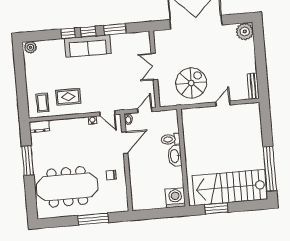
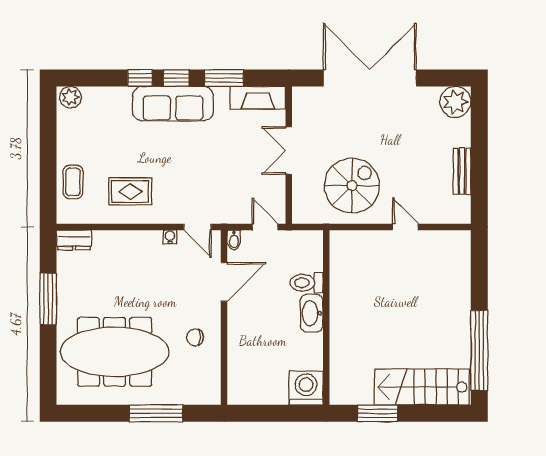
fireplace: (135, 39) -> (258, 98), added
bench: (253, 86) -> (462, 171), moved
coffee table: (42, 103) -> (73, 182), moved
door: (223, 103) -> (405, 227), hinge flipped
door: (145, 110) -> (265, 227), hinge flipped
stairs: (230, 187) -> (422, 387), width x0.73, depth x0.66

